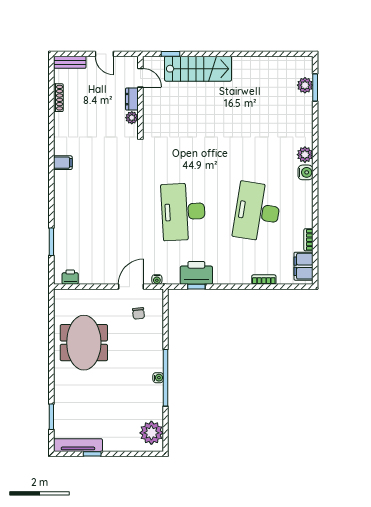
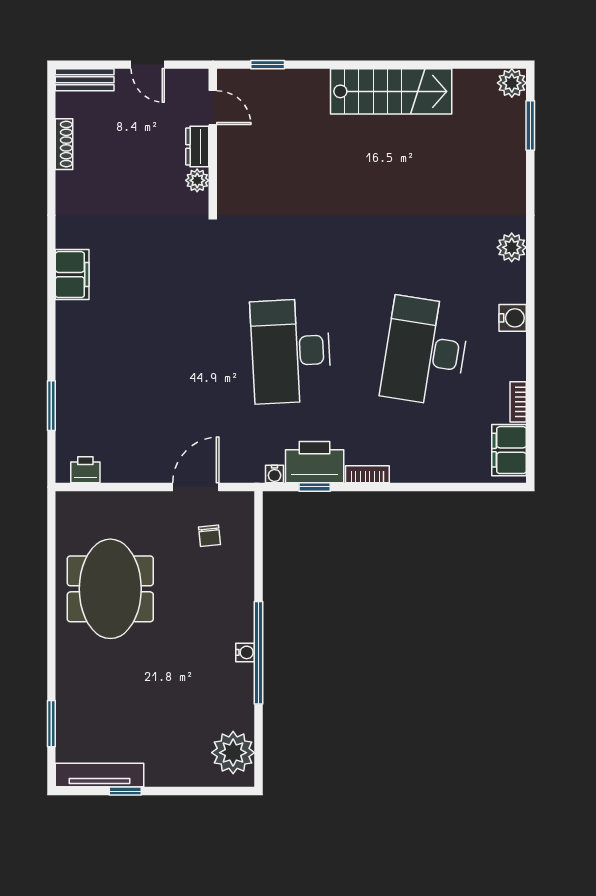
stairs: (198, 69) -> (391, 91), moved
plant: (305, 85) -> (512, 83), moved
filing cabinet: (63, 163) -> (72, 275), width x2.00
water cooler: (305, 172) -> (513, 318), moved
water cooler: (157, 279) -> (275, 474), moved
bookcase: (264, 280) -> (367, 474), moved

